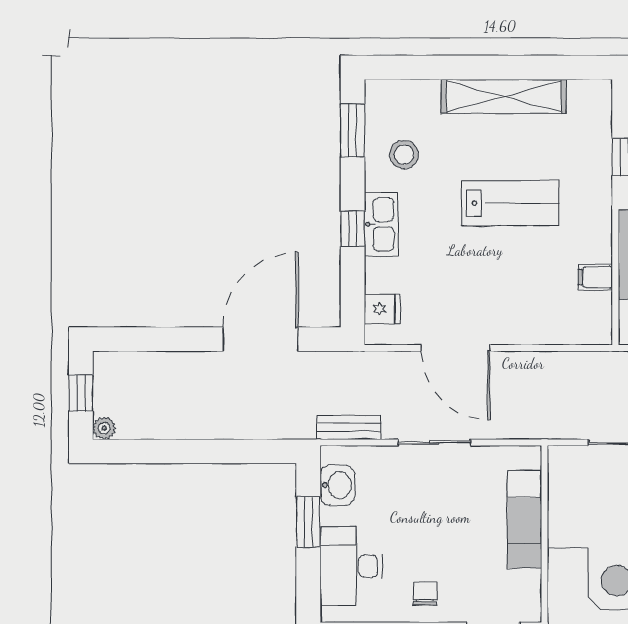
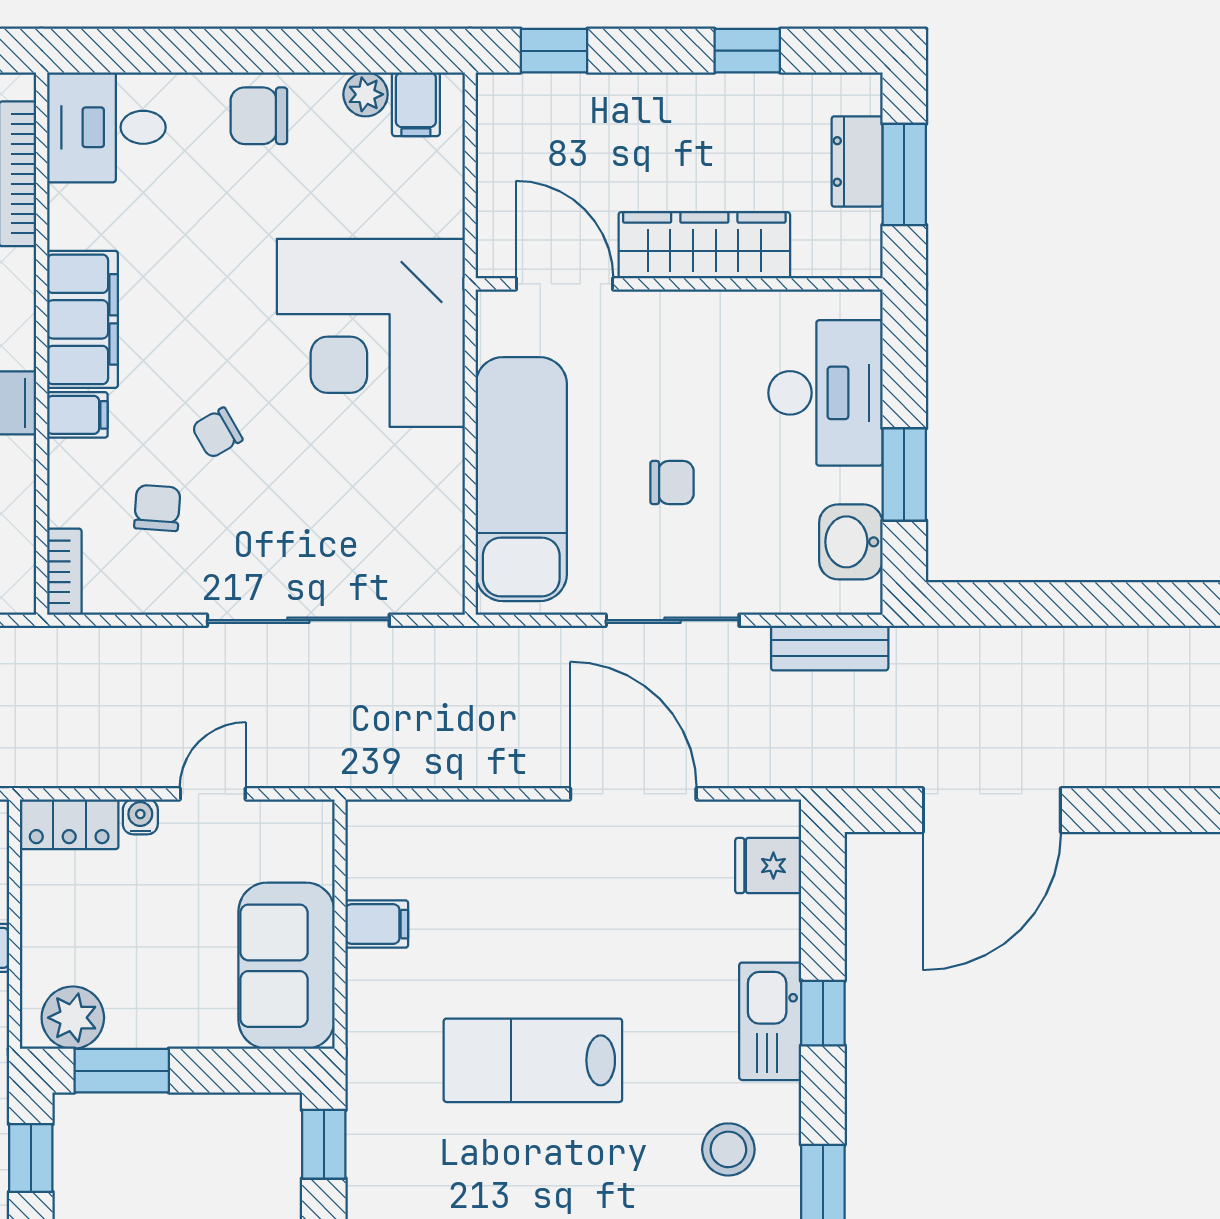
exam couch: (524, 519) -> (521, 479), width x1.36, depth x1.45
chair: (425, 594) -> (672, 482), moved, turned -90

